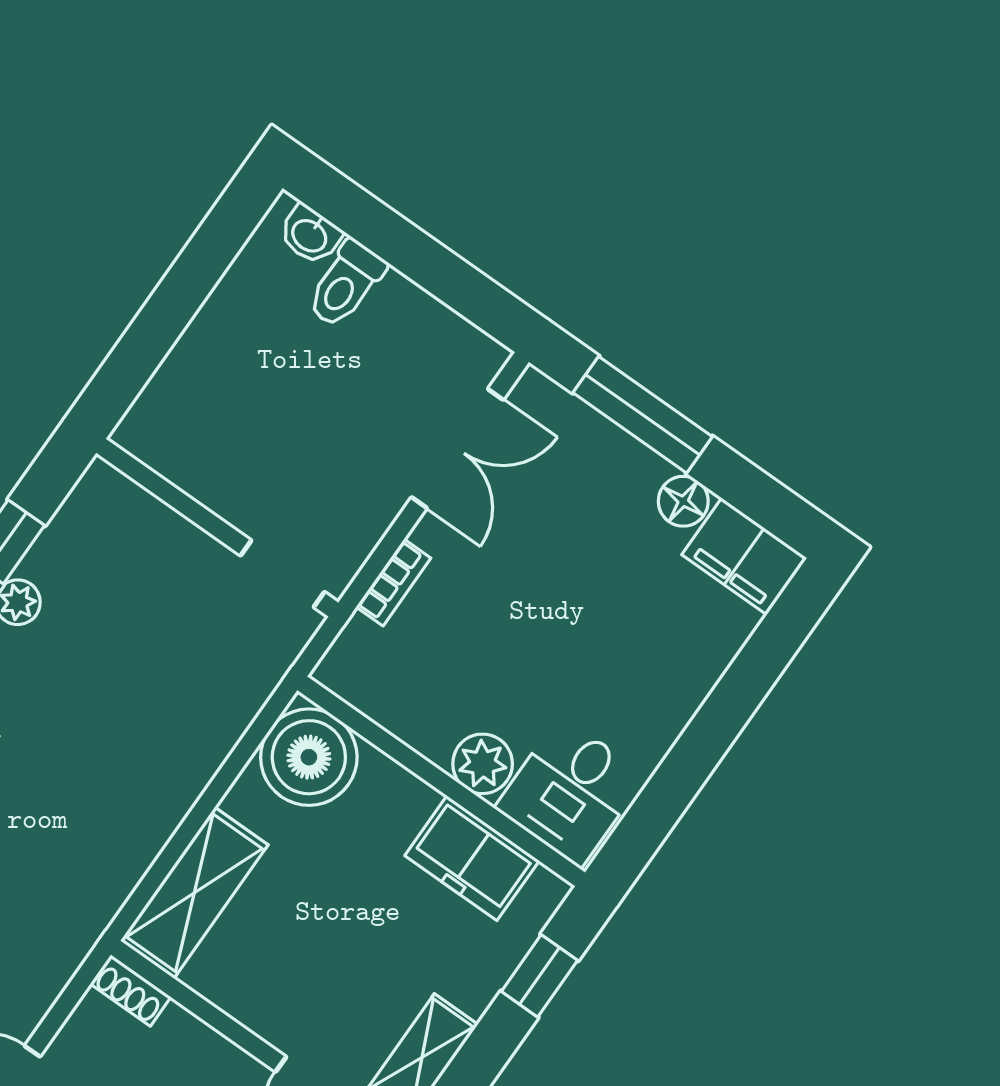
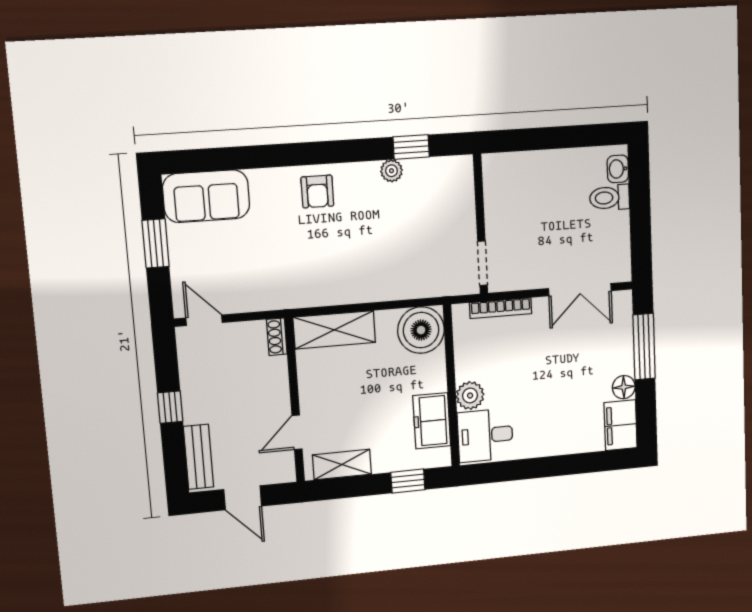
bookcase: (393, 582) -> (501, 308), width x1.56

